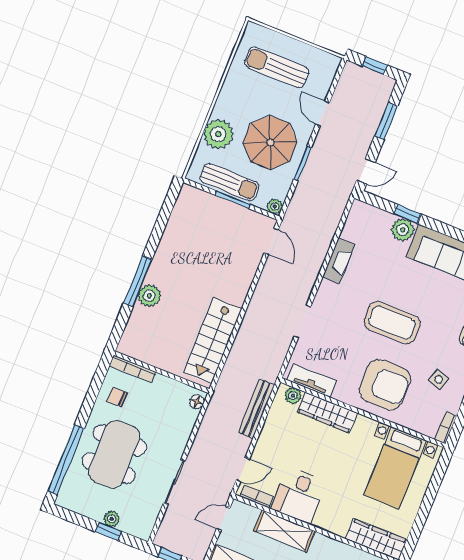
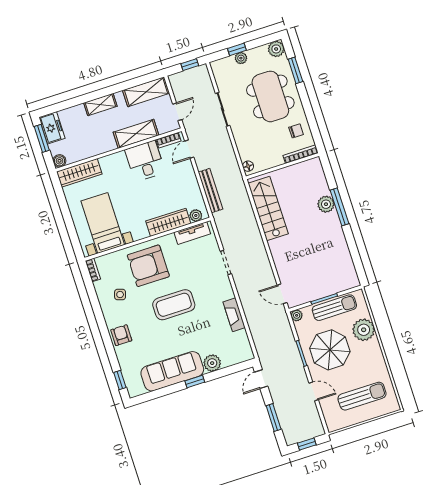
sun lounger: (229, 182) -> (334, 308), turned 180
window: (408, 214) -> (195, 382), moved
window: (66, 460) -> (295, 70), width x0.47
plant: (68, 498) -> (276, 49), added

